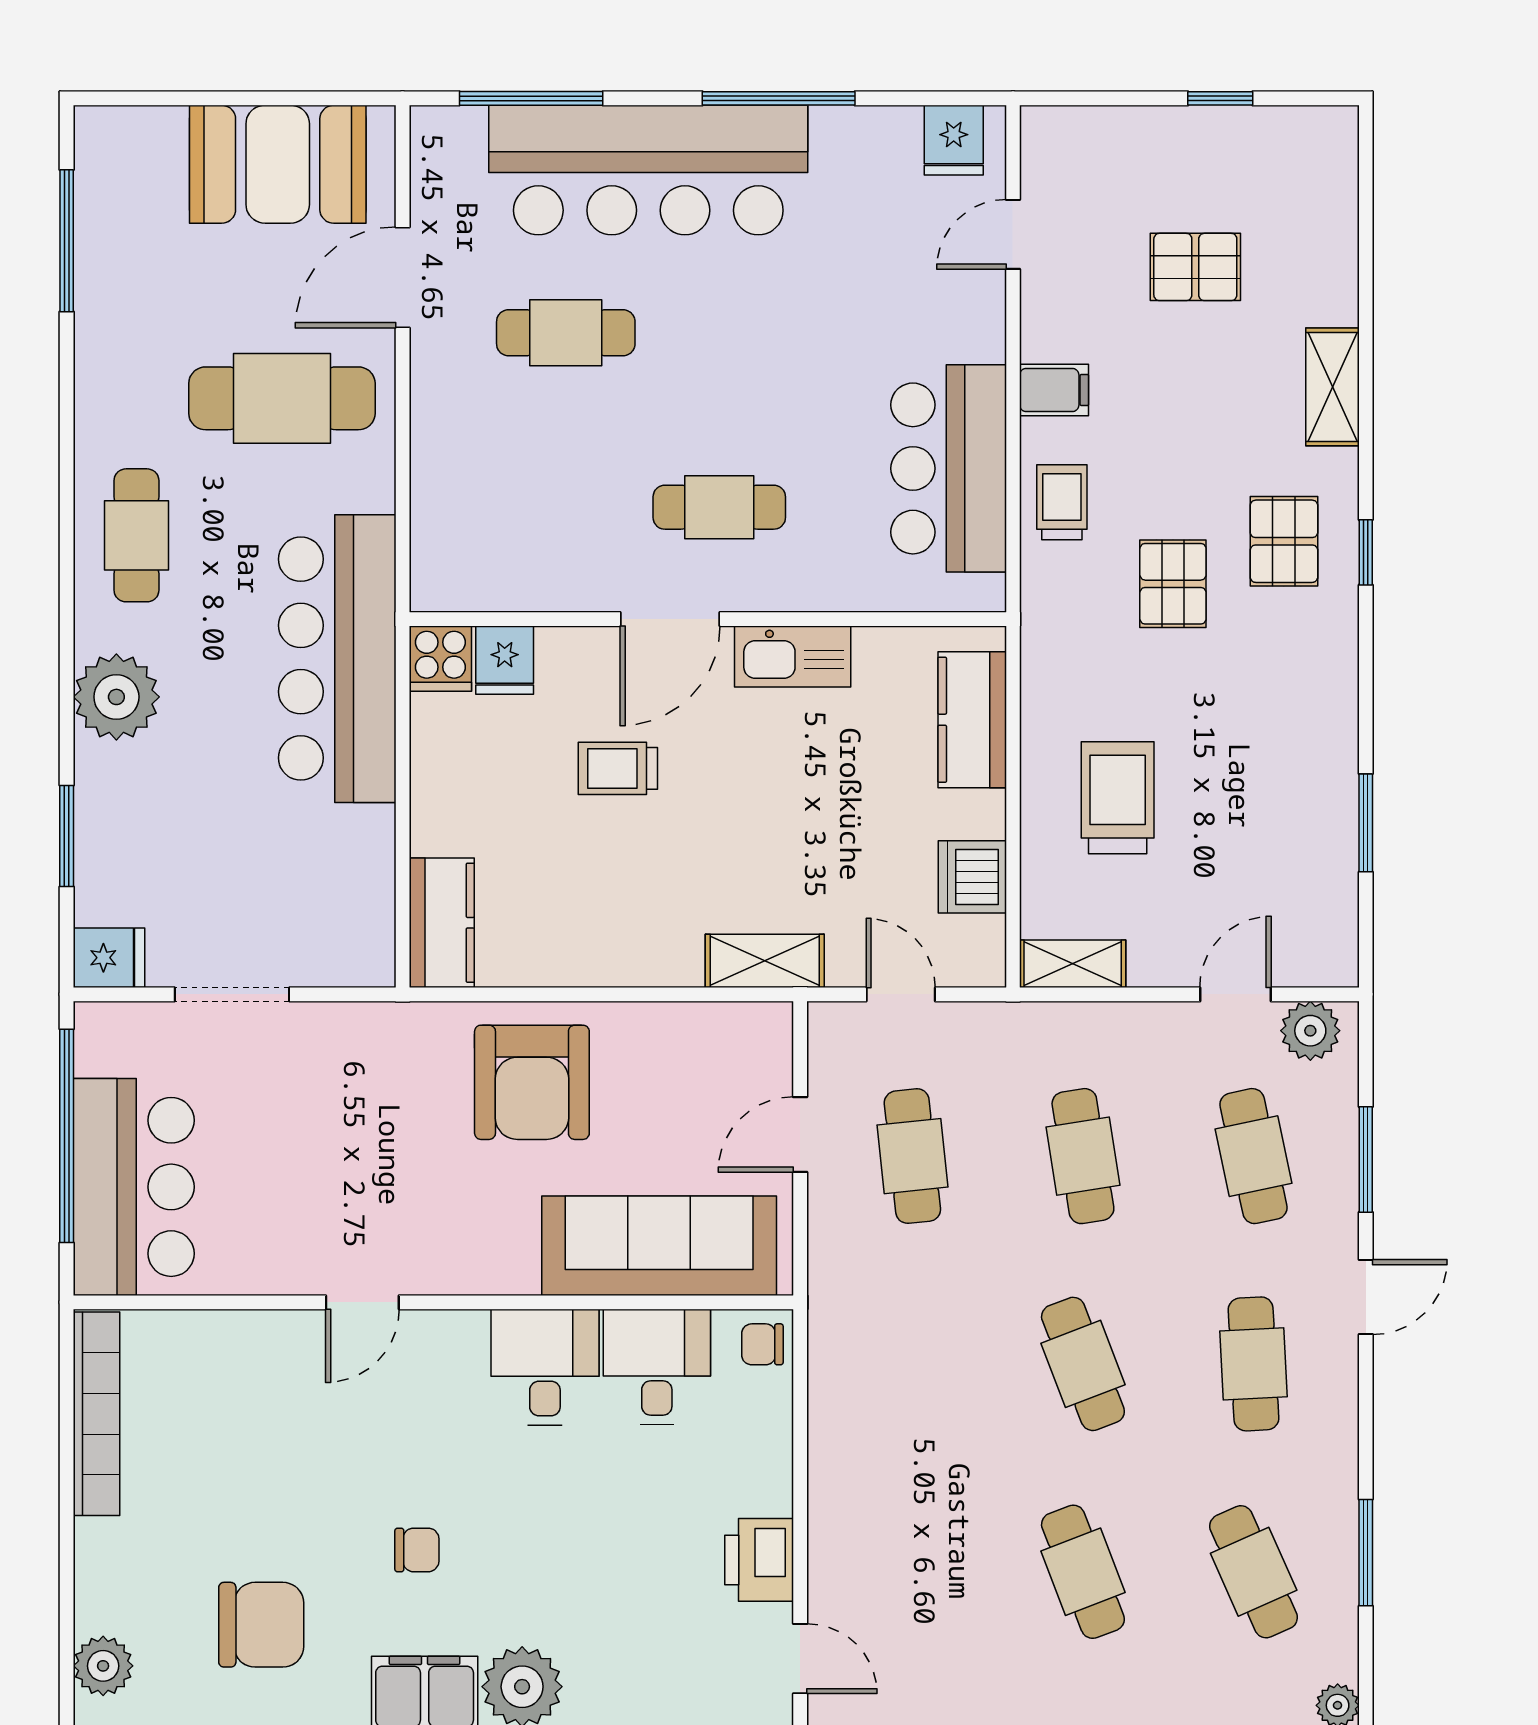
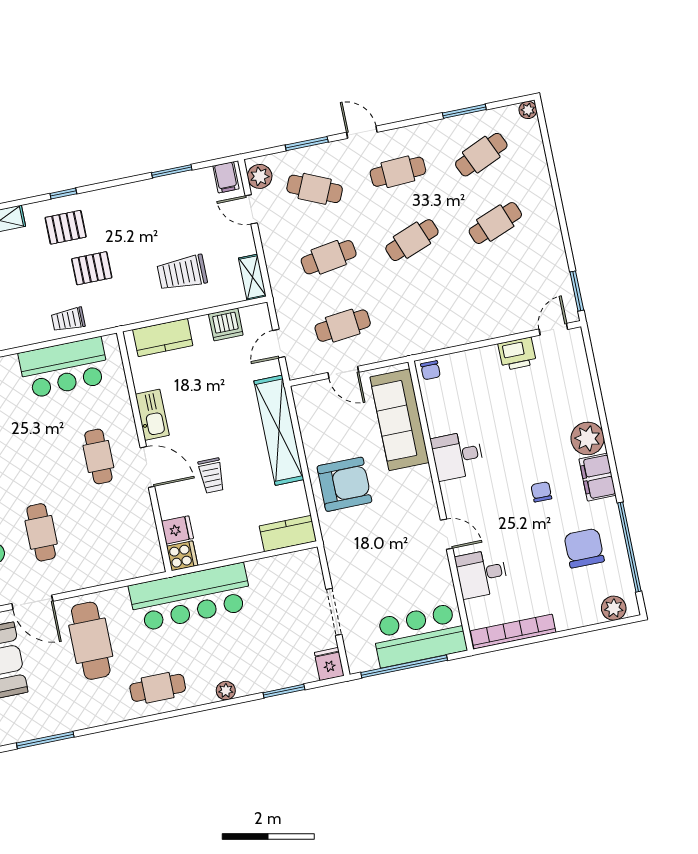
filing cabinet: (1054, 390) -> (226, 177), moved, turned 180
plant: (116, 697) -> (226, 691), width x0.53, depth x0.53
shelving: (765, 961) -> (279, 430), width x2.20, depth x1.33
cafe table: (1254, 1156) -> (315, 189), turned 36
desk: (657, 1367) -> (482, 574), moved

